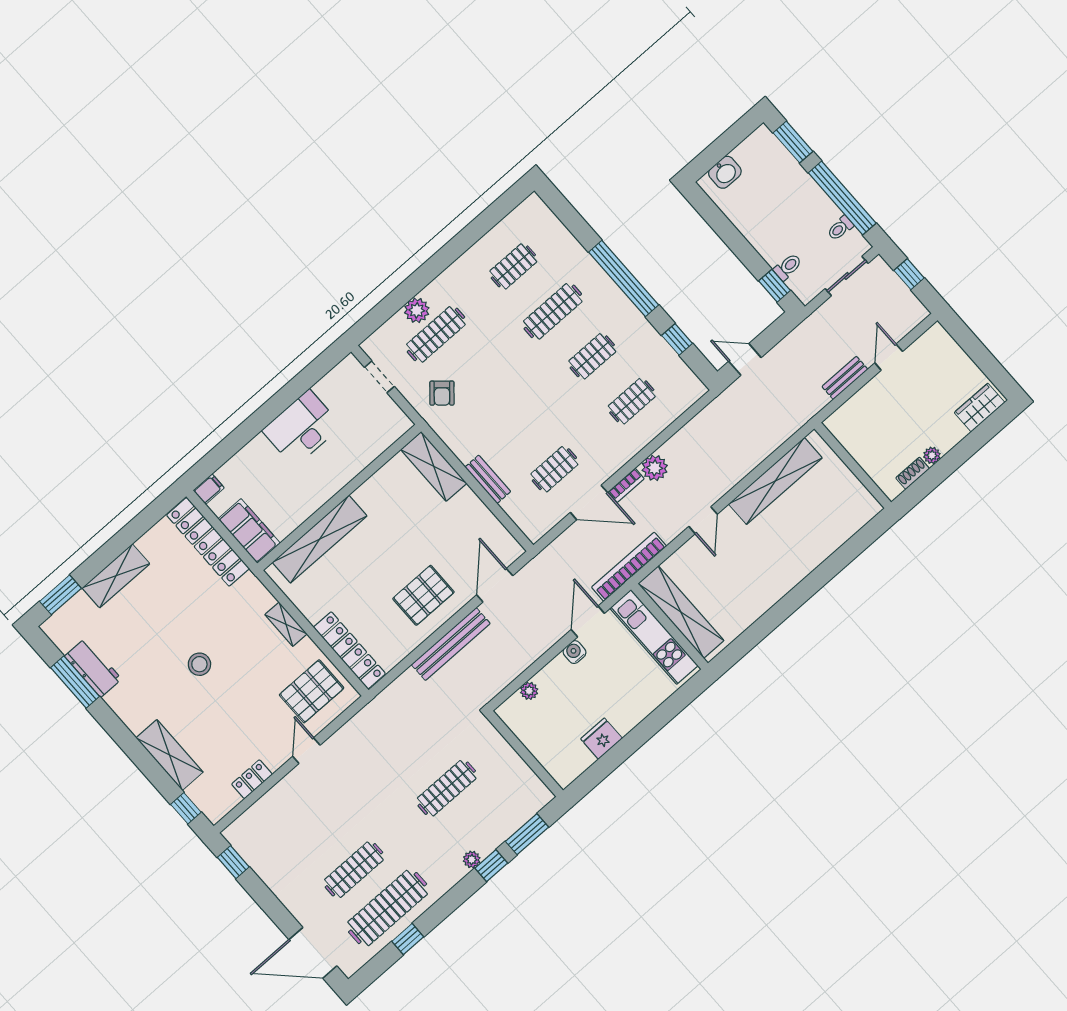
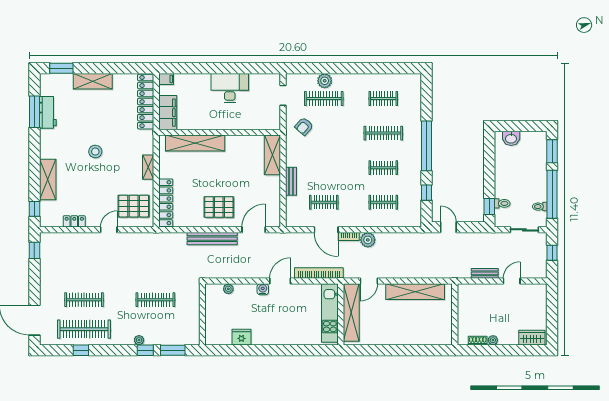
shelving: (681, 612) -> (351, 312), moved
wall: (670, 626) -> (341, 314), moved
kitchen unit: (654, 637) -> (330, 313), moved

